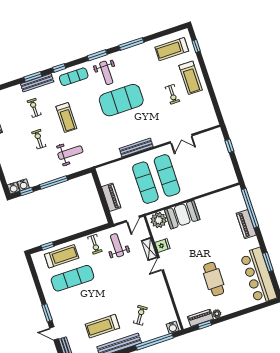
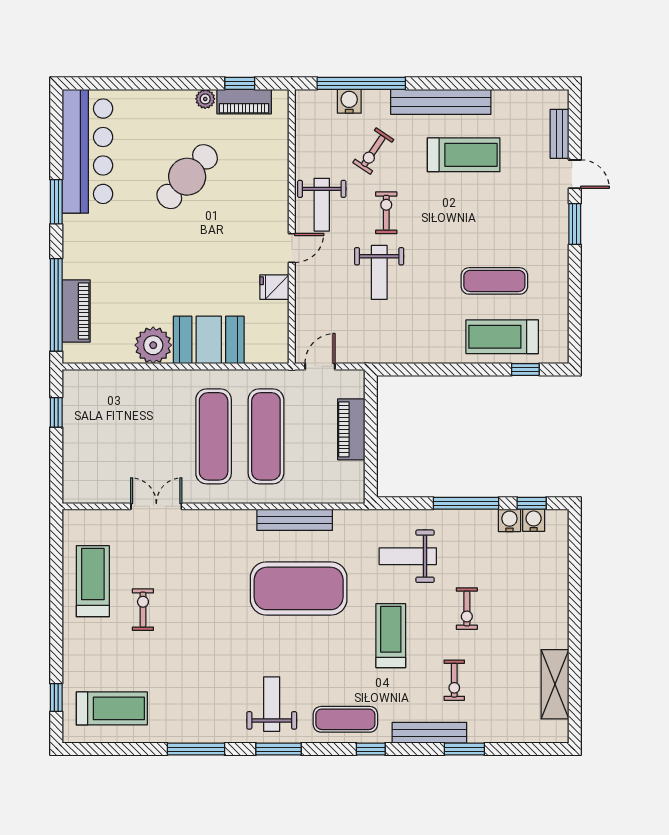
window: (33, 77) -> (464, 749), moved
treadmill: (191, 78) -> (93, 581), moved
exercise mat: (121, 100) -> (299, 588), moved
window: (229, 146) -> (56, 412), moved
bench: (136, 147) -> (295, 520), moved
water cooler: (13, 188) -> (509, 520), moved
plant: (159, 220) -> (153, 345), moved
piano: (246, 224) -> (76, 311), moved
exercise bike: (95, 244) -> (386, 213), moved
weight bench: (117, 245) -> (379, 272), moved
shelving: (149, 249) -> (306, 289), removed
window: (268, 262) -> (56, 202), moved
exercise mat: (72, 278) -> (494, 281), width x0.73, depth x0.69
cafe table: (214, 279) -> (187, 177), turned 42
weight bench: (154, 286) -> (322, 205), added
water cooler: (173, 327) -> (349, 101), moved

